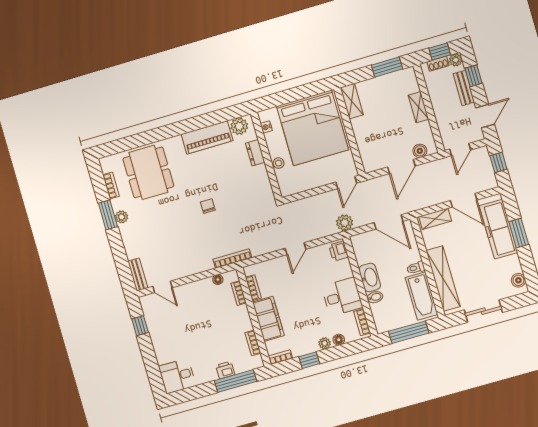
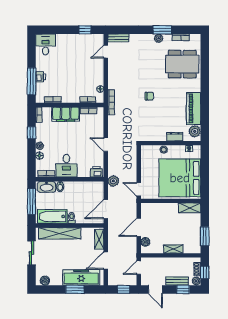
door: (460, 150) -> (139, 268), hinge flipped
door: (401, 167) -> (139, 227), hinge flipped
washbasin: (370, 277) -> (47, 187), moved

